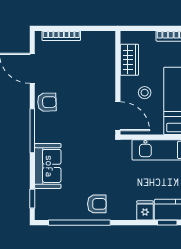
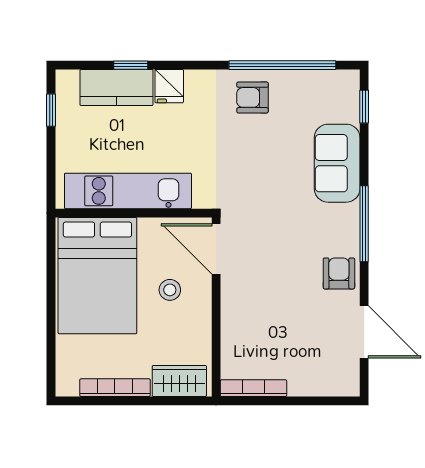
bookcase: (61, 36) -> (253, 388), moved
wardrobe: (129, 60) -> (179, 381), moved, turned 90
armchair: (47, 102) -> (339, 273), turned 92

